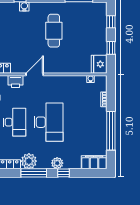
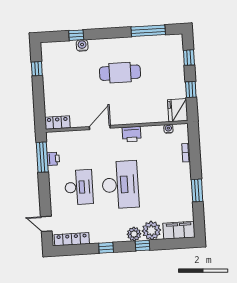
cafe table: (54, 31) -> (120, 73), turned 90
printer: (16, 81) -> (132, 134), moved
window: (111, 131) -> (197, 190), width x0.47
plant: (29, 161) -> (151, 230), moved
window: (34, 173) -> (106, 248), width x0.46

